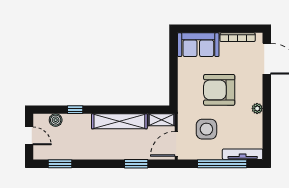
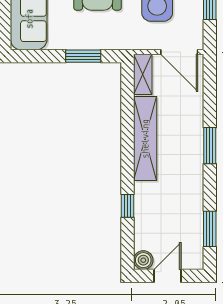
window: (174, 81) -> (83, 56), added
boiler: (56, 120) -> (143, 260), moved
window: (136, 164) -> (210, 146), moved

